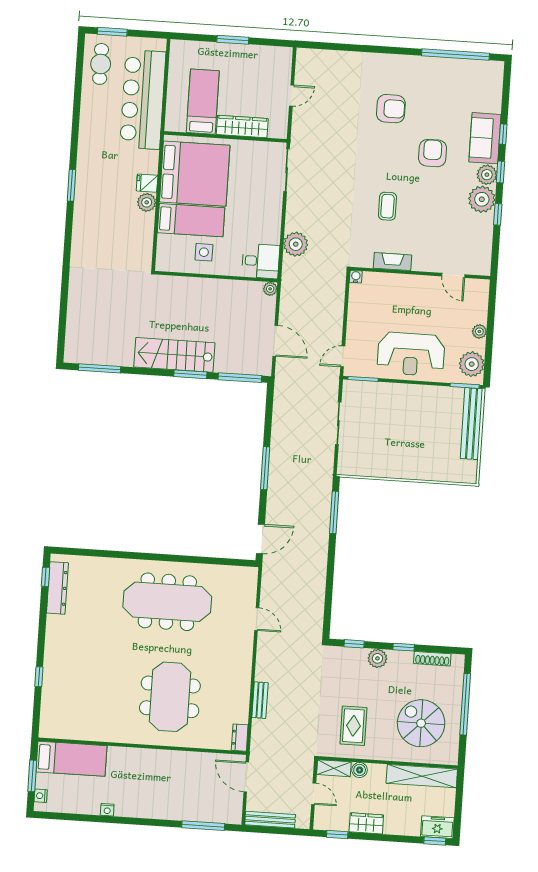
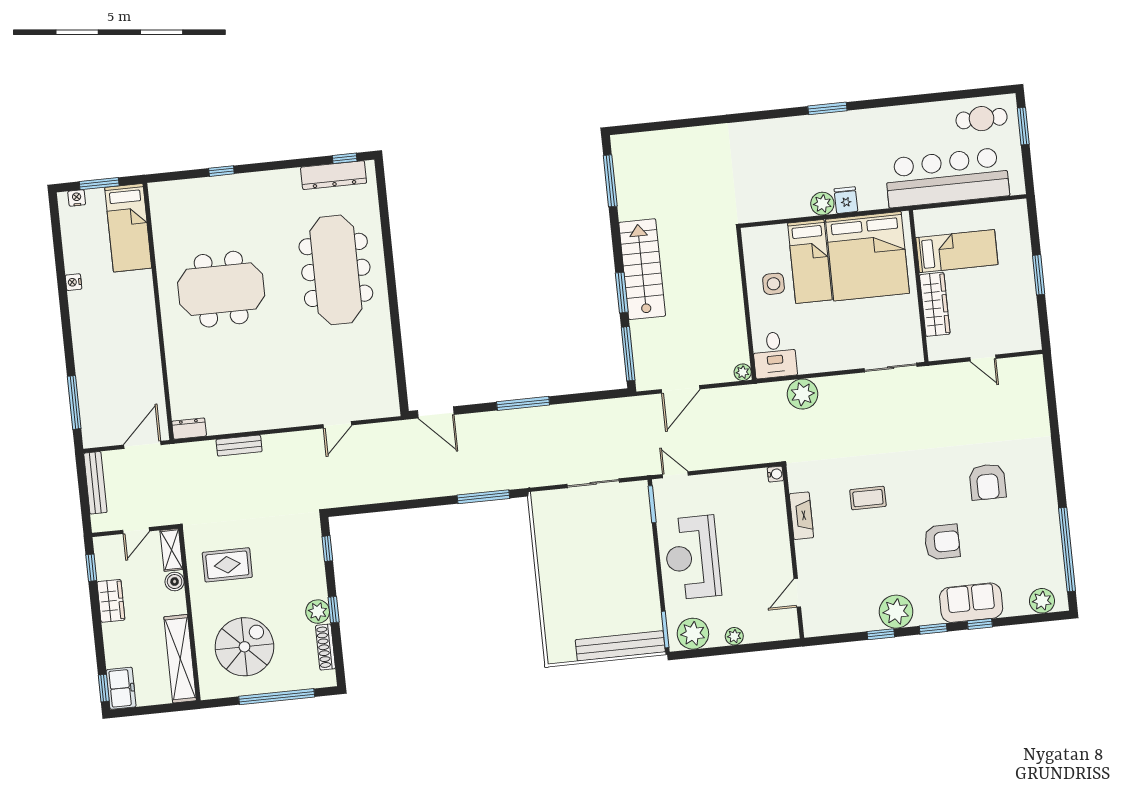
plant: (487, 175) -> (1042, 601), moved
meeting table: (167, 602) -> (336, 270), moved
plant: (377, 658) -> (318, 612), moved
meeting table: (170, 697) -> (221, 289), moved

